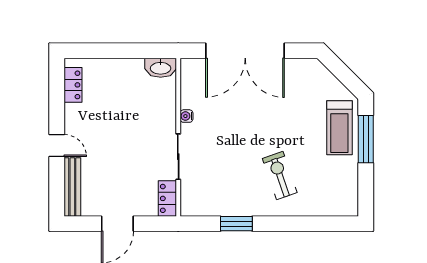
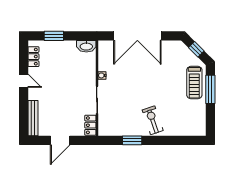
window: (107, 51) -> (54, 36), added
window: (342, 73) -> (196, 49), added
door: (57, 146) -> (24, 81), moved
exercise bike: (280, 175) -> (153, 120), moved

